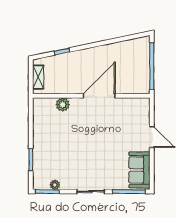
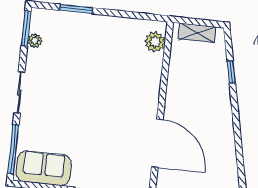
door: (99, 96) -> (157, 143), moved
plant: (63, 105) -> (155, 42), moved

